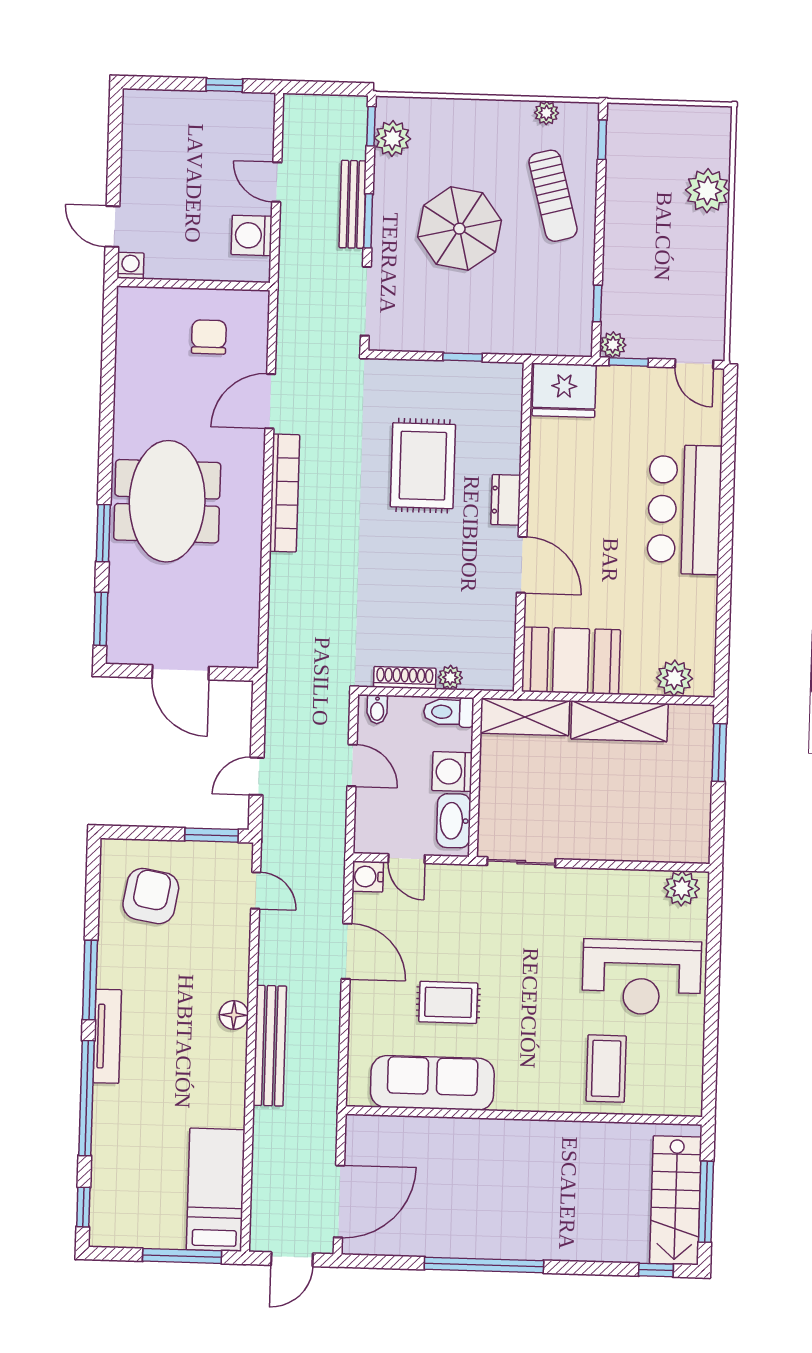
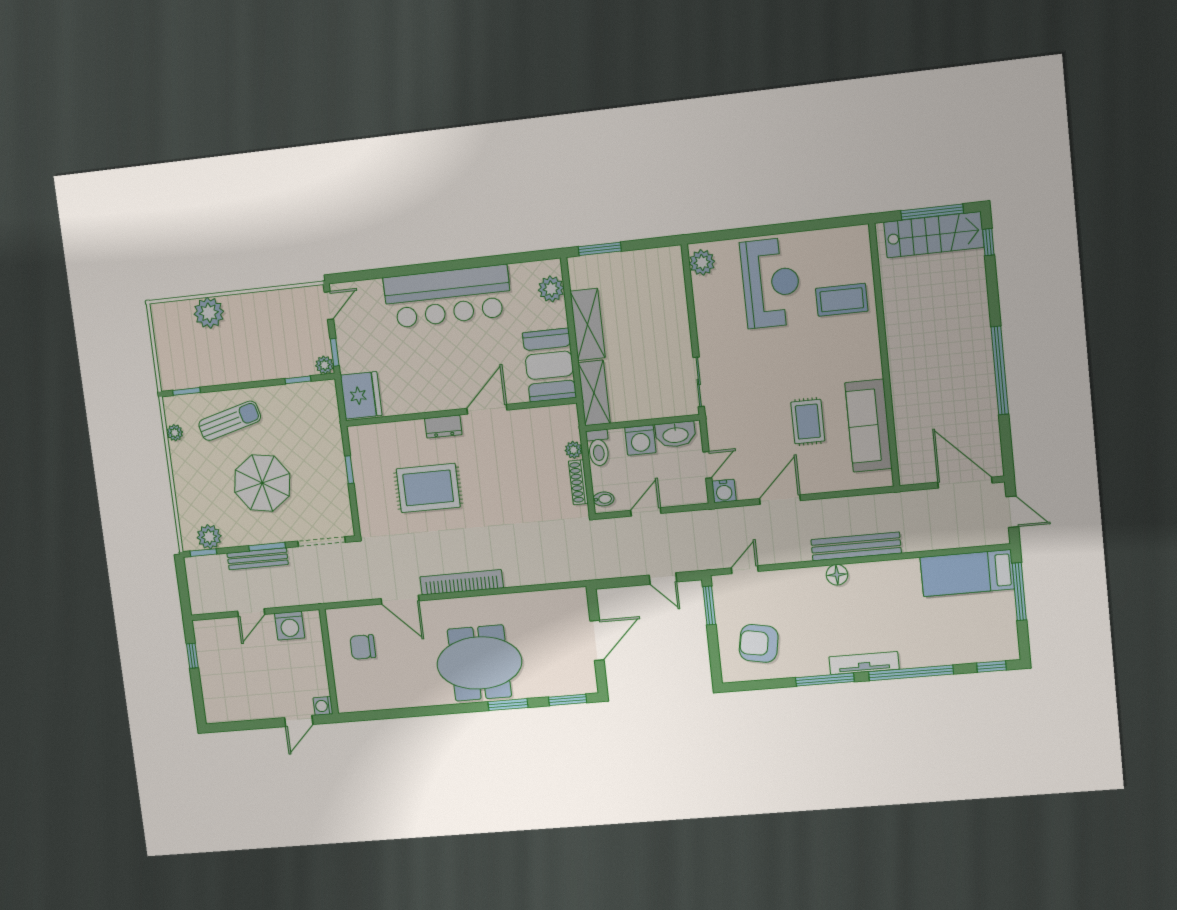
bar counter: (684, 510) -> (448, 297), width x1.36

